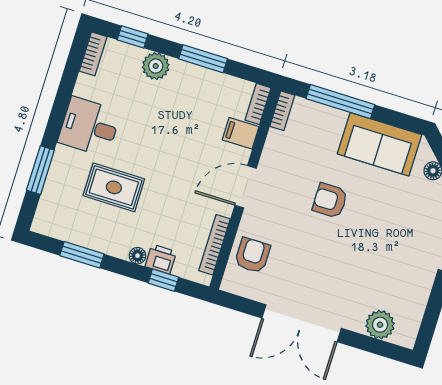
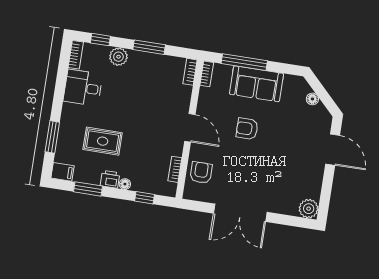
desk: (89, 127) -> (83, 88), moved
filing cabinet: (241, 133) -> (63, 172), moved, turned 180
sofa: (379, 144) -> (256, 84), moved
door: (246, 187) -> (190, 128), swing flipped
bookcase: (214, 245) -> (175, 169), width x0.64
printer: (161, 259) -> (110, 179), moved
plant: (380, 325) -> (309, 209), moved

